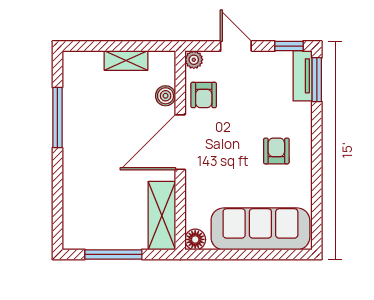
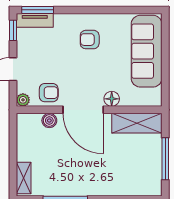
shelving: (126, 61) -> (24, 178), moved
floor lamp: (195, 239) -> (112, 99), moved

